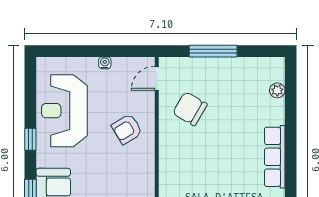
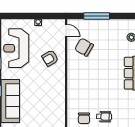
door: (157, 78) -> (66, 31), swing flipped

